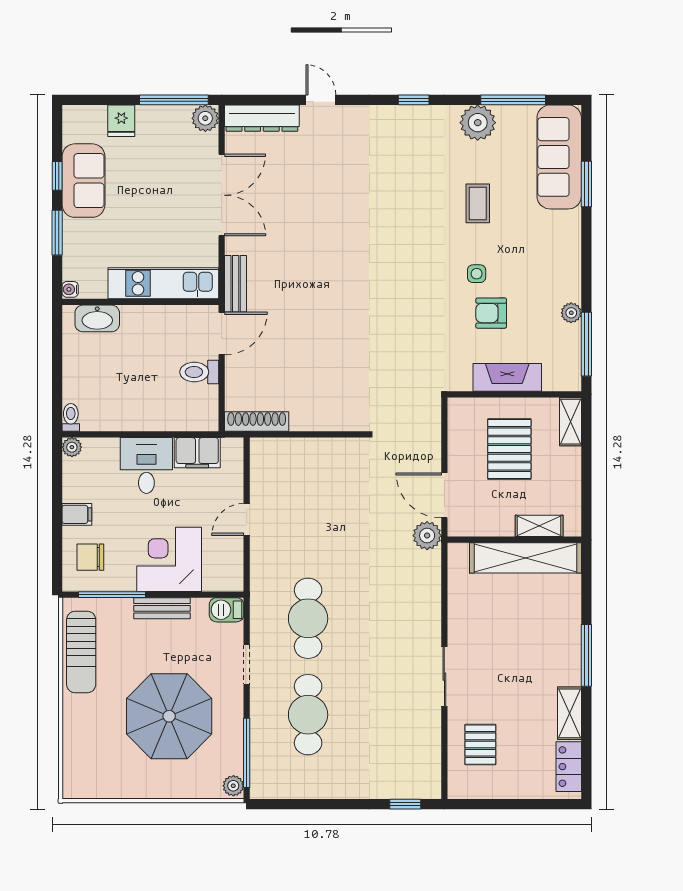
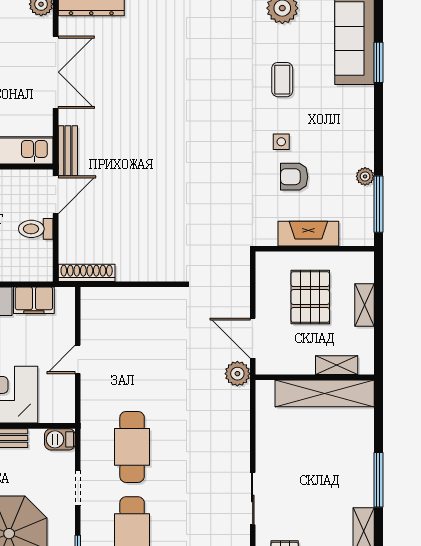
shelving: (571, 422) -> (364, 305), moved

